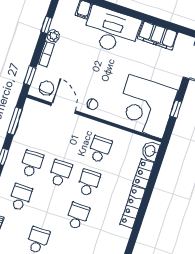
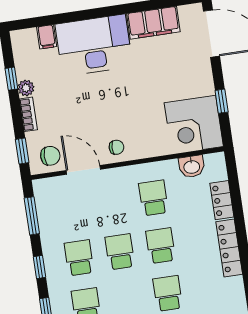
chair: (47, 88) -> (50, 156), turned 90
corner desk: (146, 106) -> (194, 125), width x0.74, depth x0.74
washbasin: (150, 151) -> (192, 166), moved, turned -90

